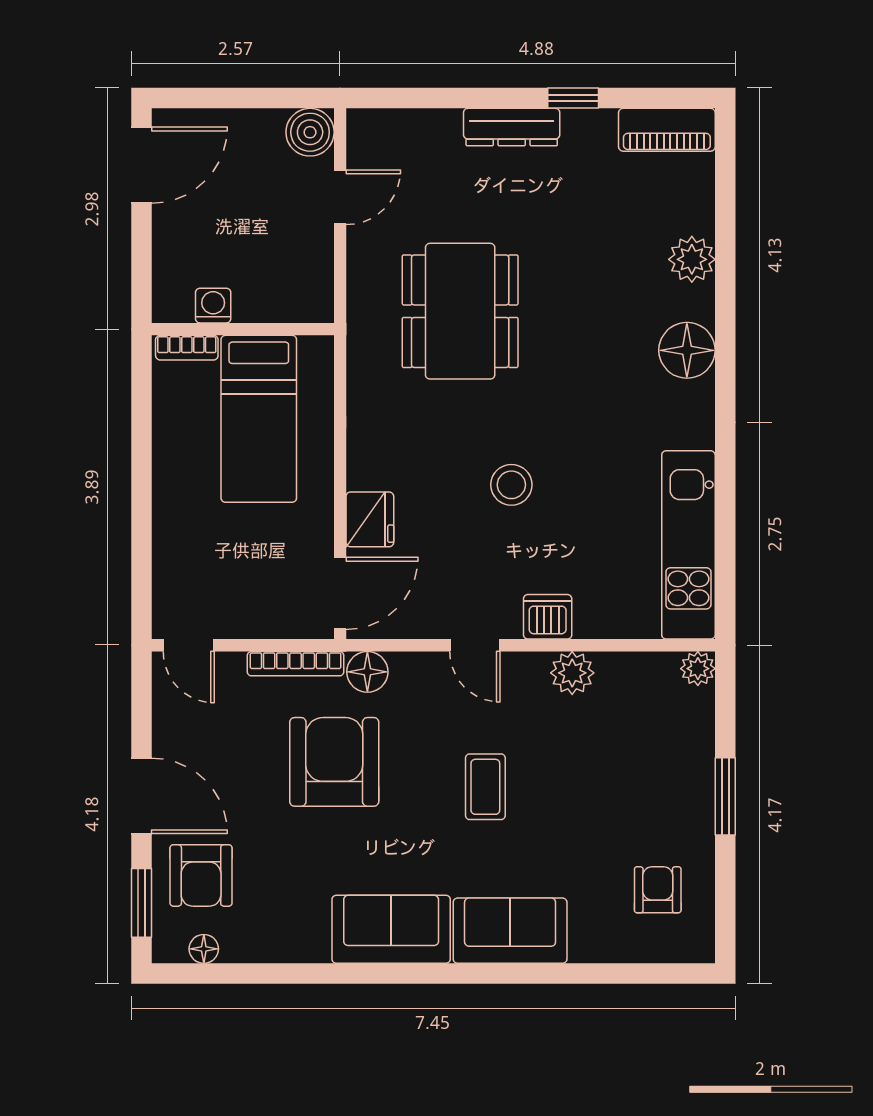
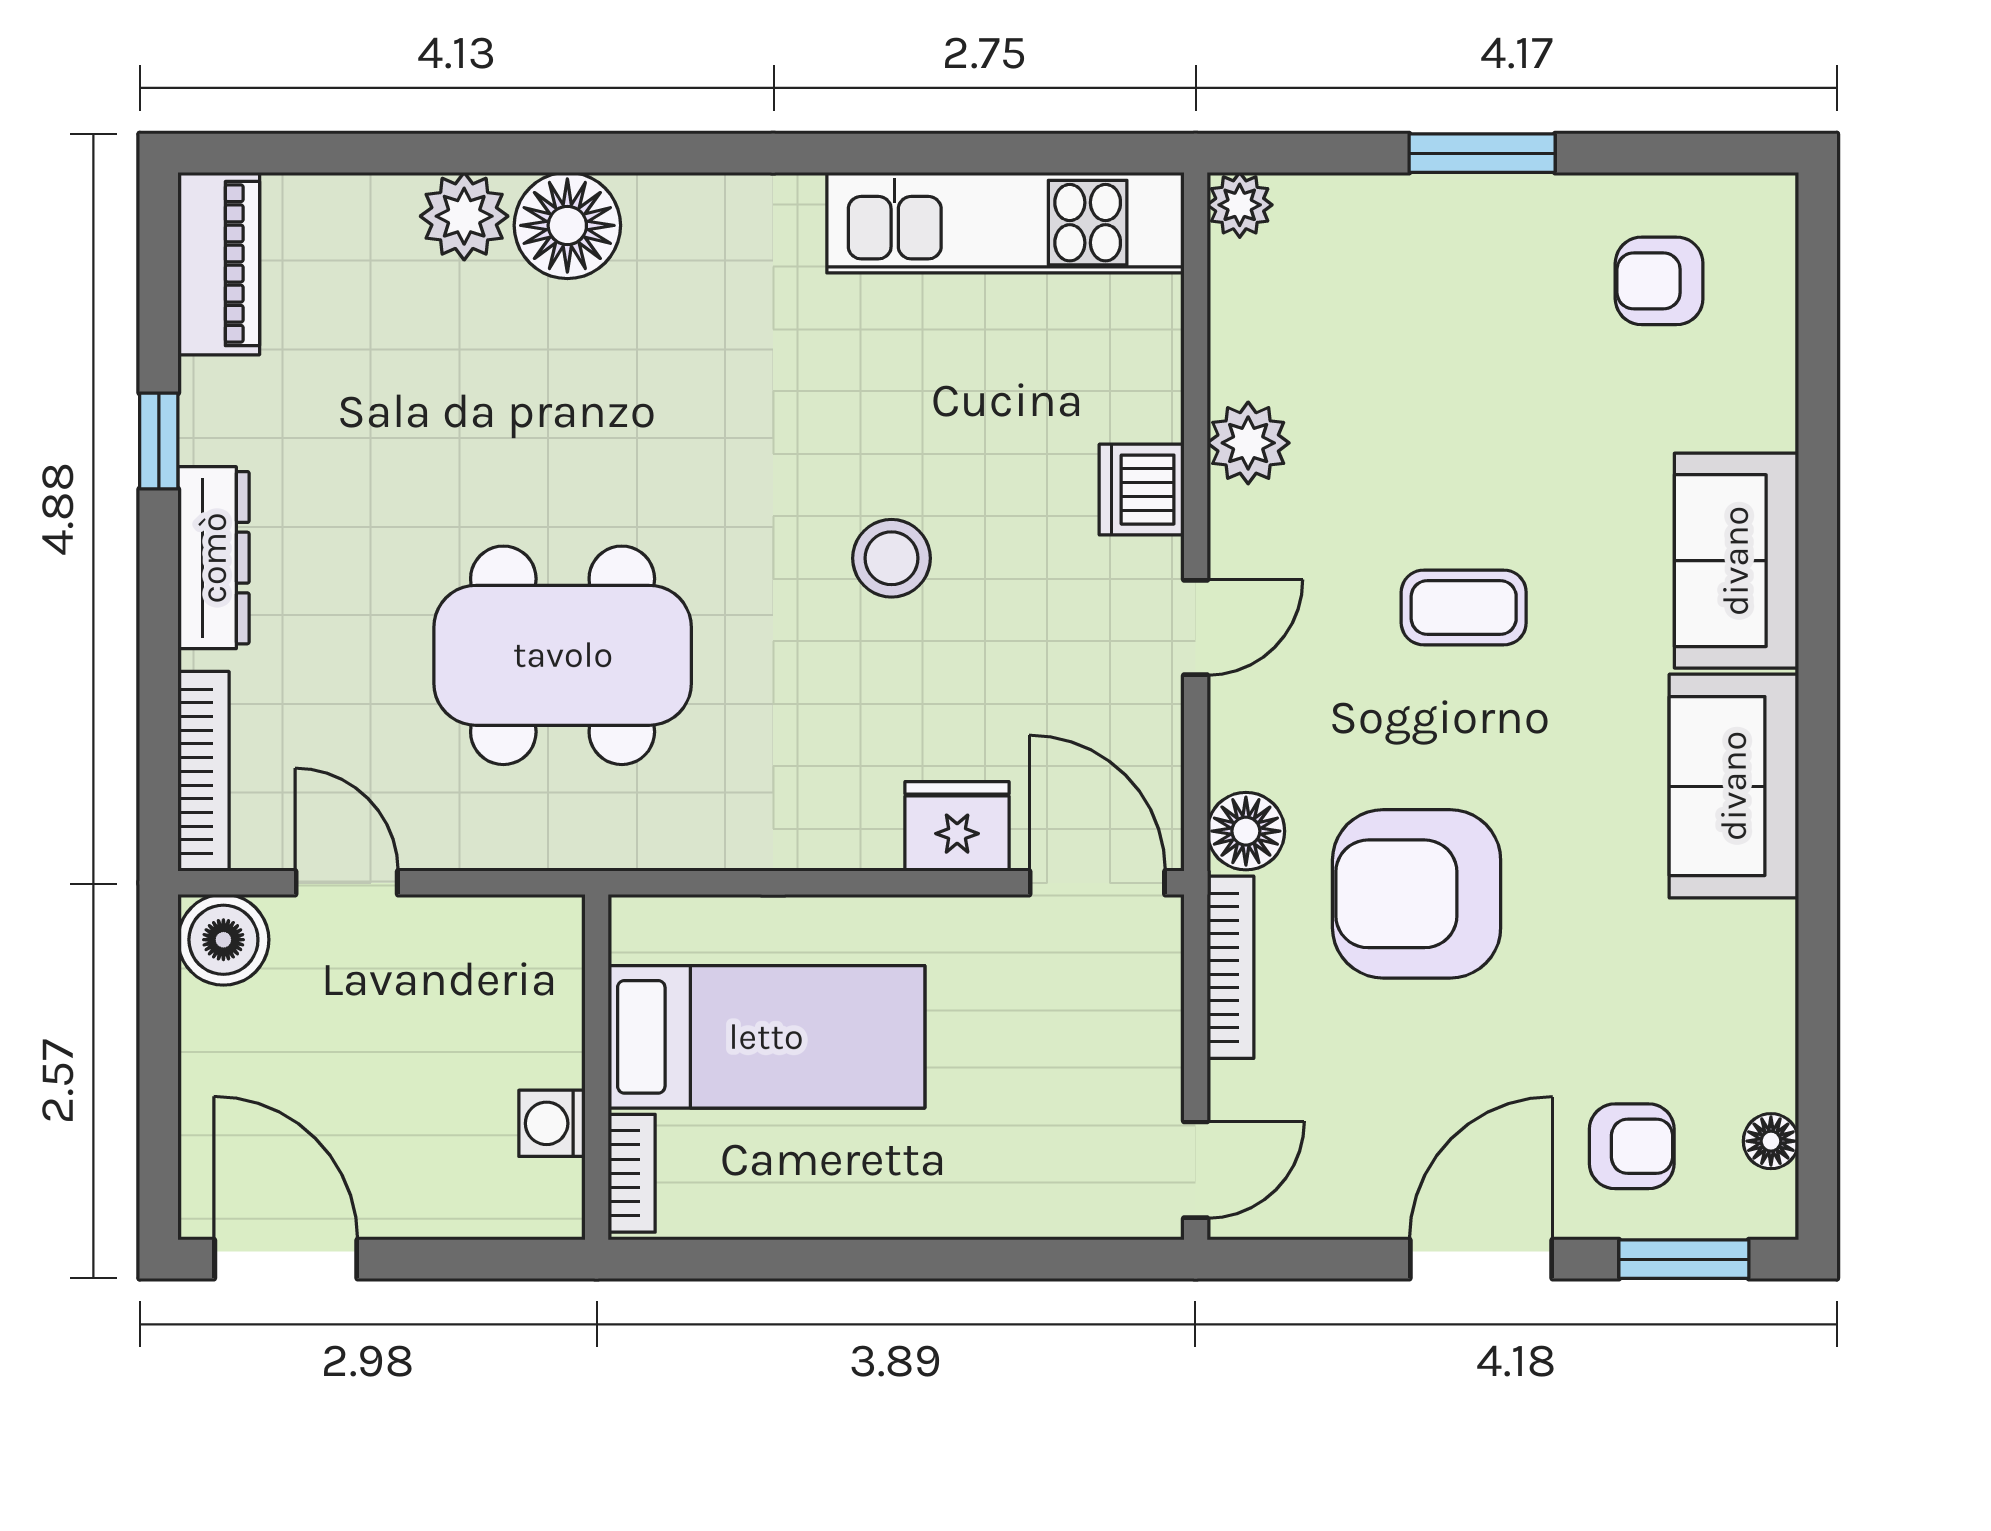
bookcase: (399, 122) -> (204, 771), added
floor lamp: (687, 350) -> (567, 225), moved
armchair: (201, 875) -> (1632, 1146), width x0.72, depth x0.72

